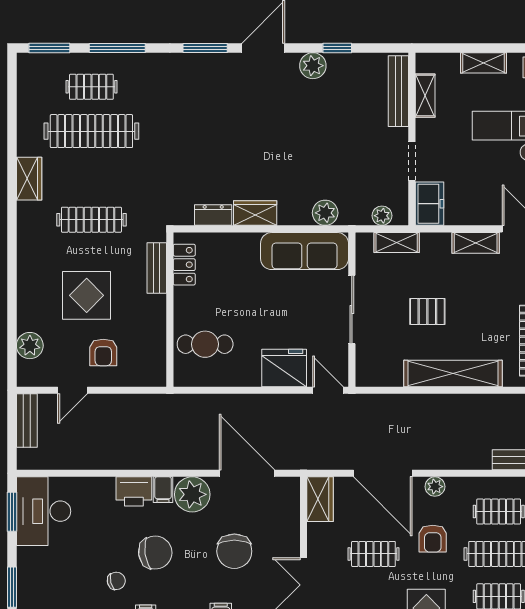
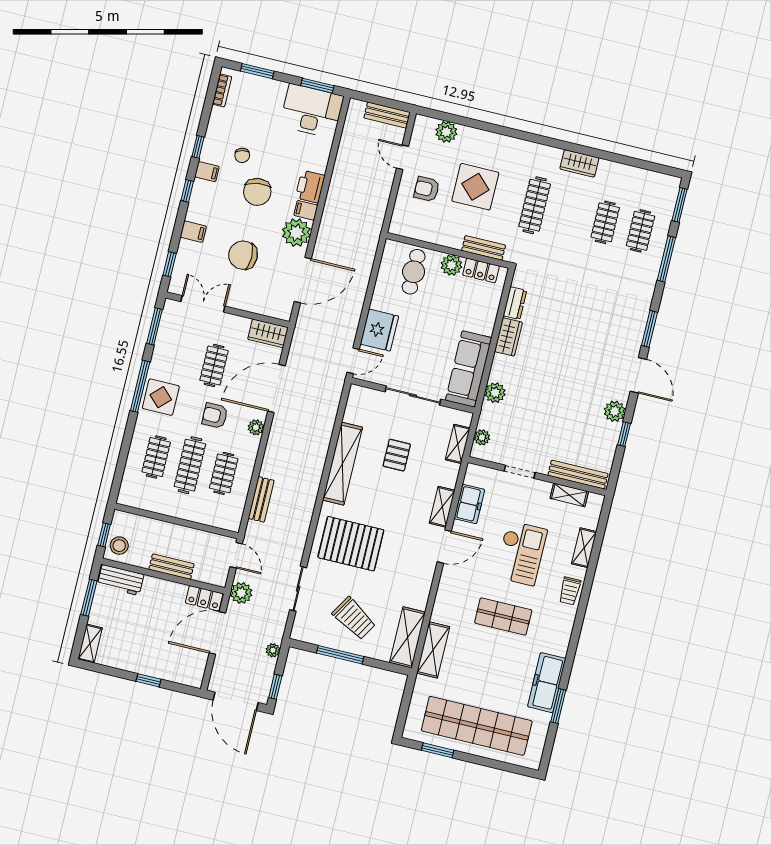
clothes rail: (91, 131) -> (605, 222), width x0.54, depth x0.76
freezer: (429, 204) -> (469, 504), moved, turned -90
plant: (186, 301) -> (451, 265), added

